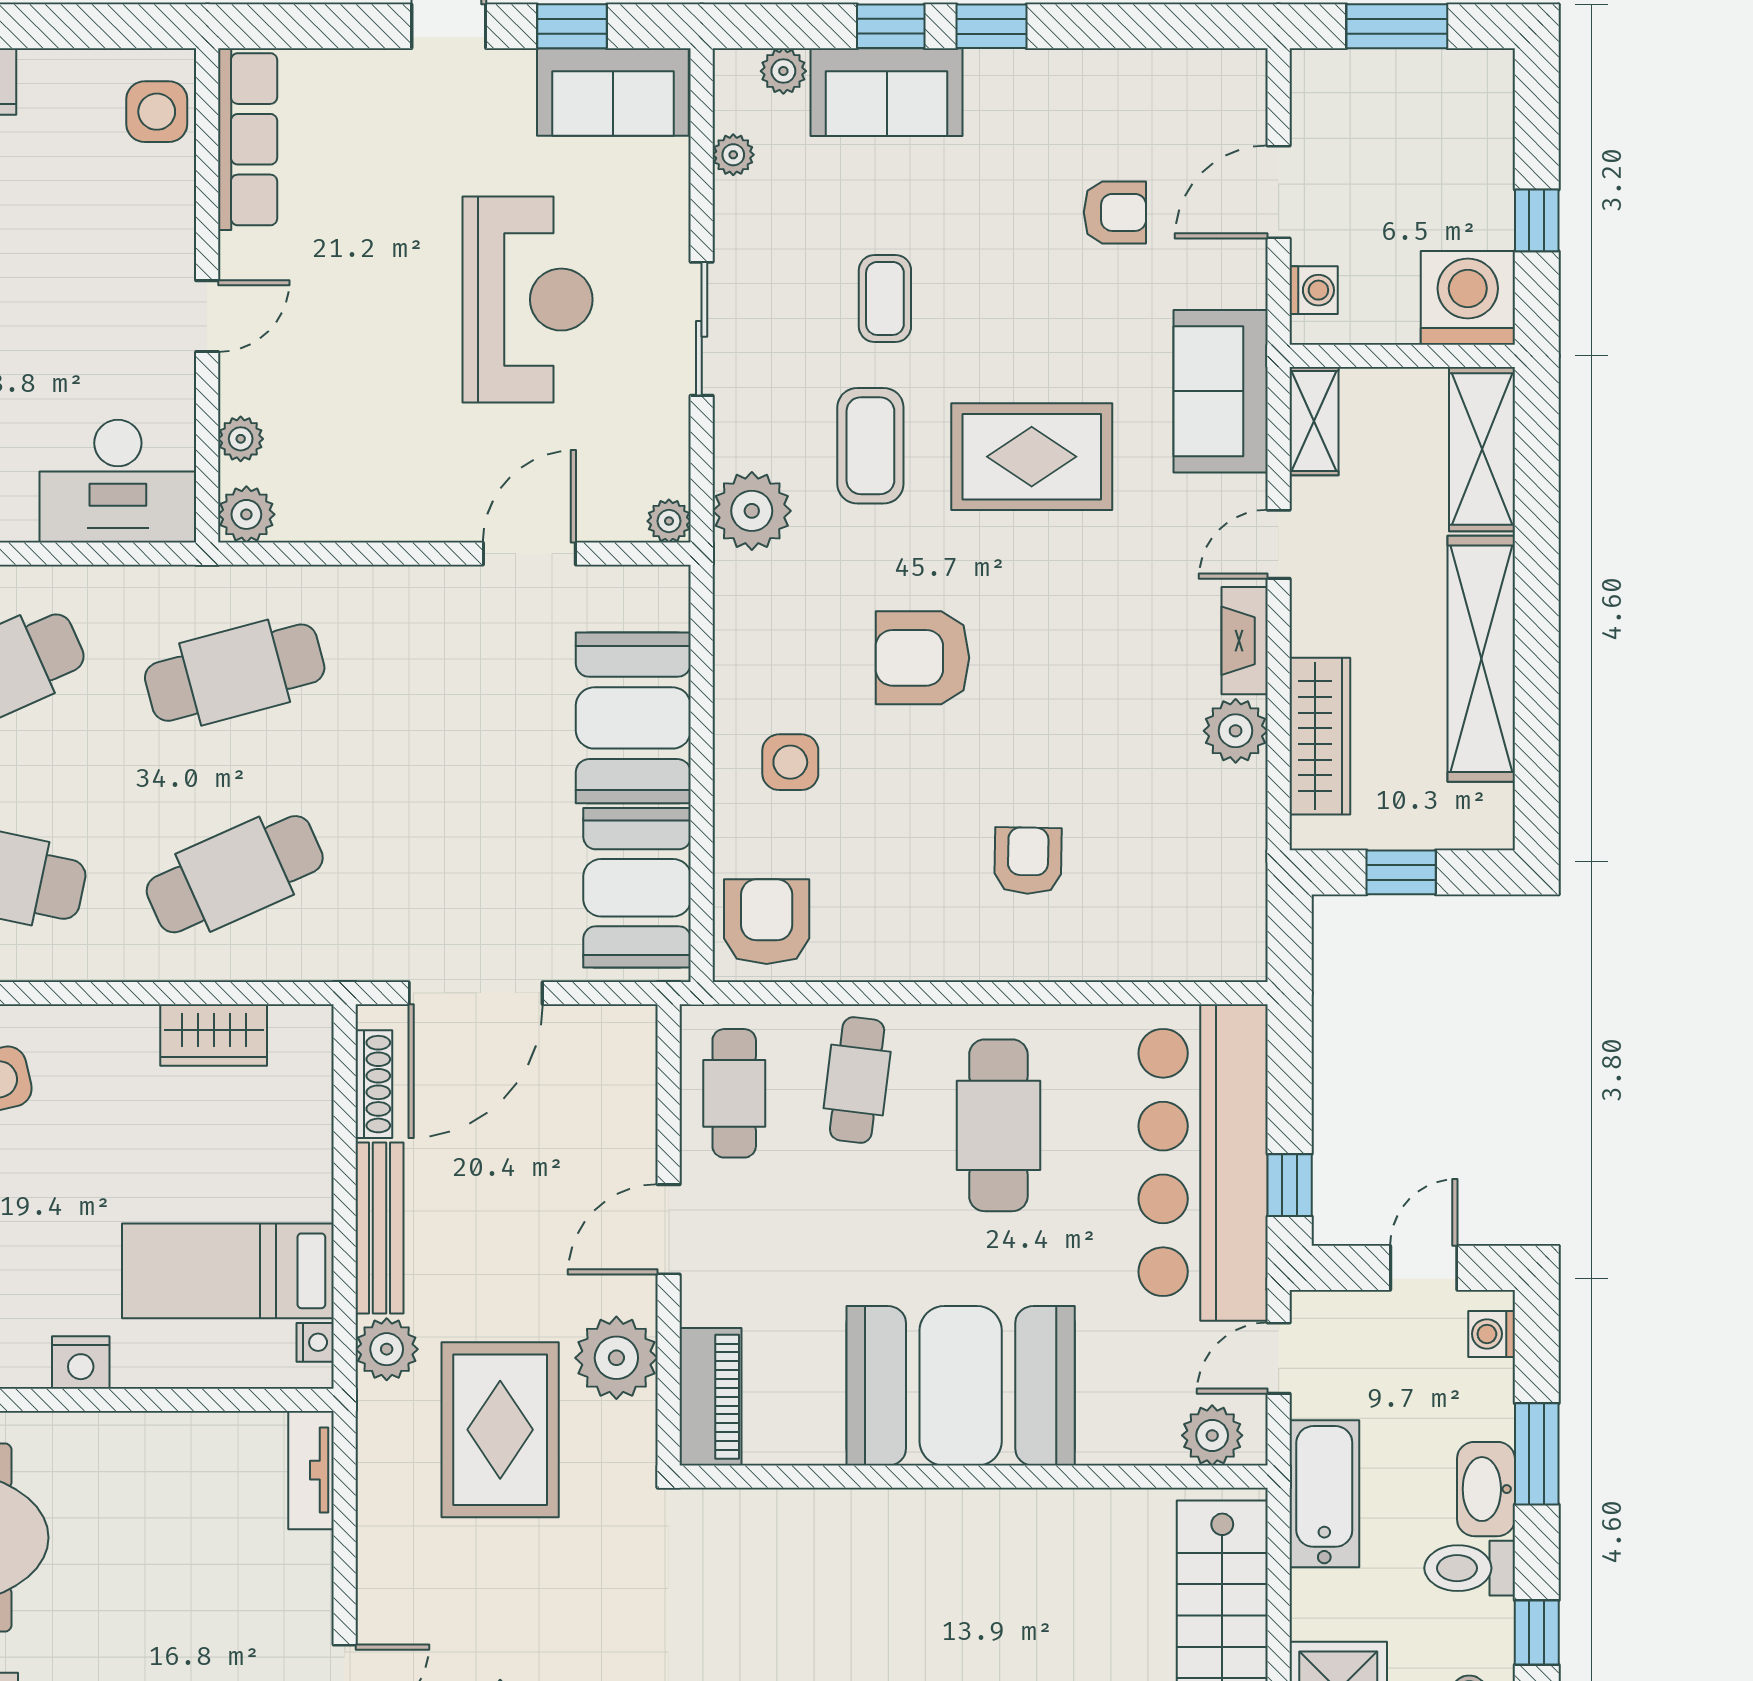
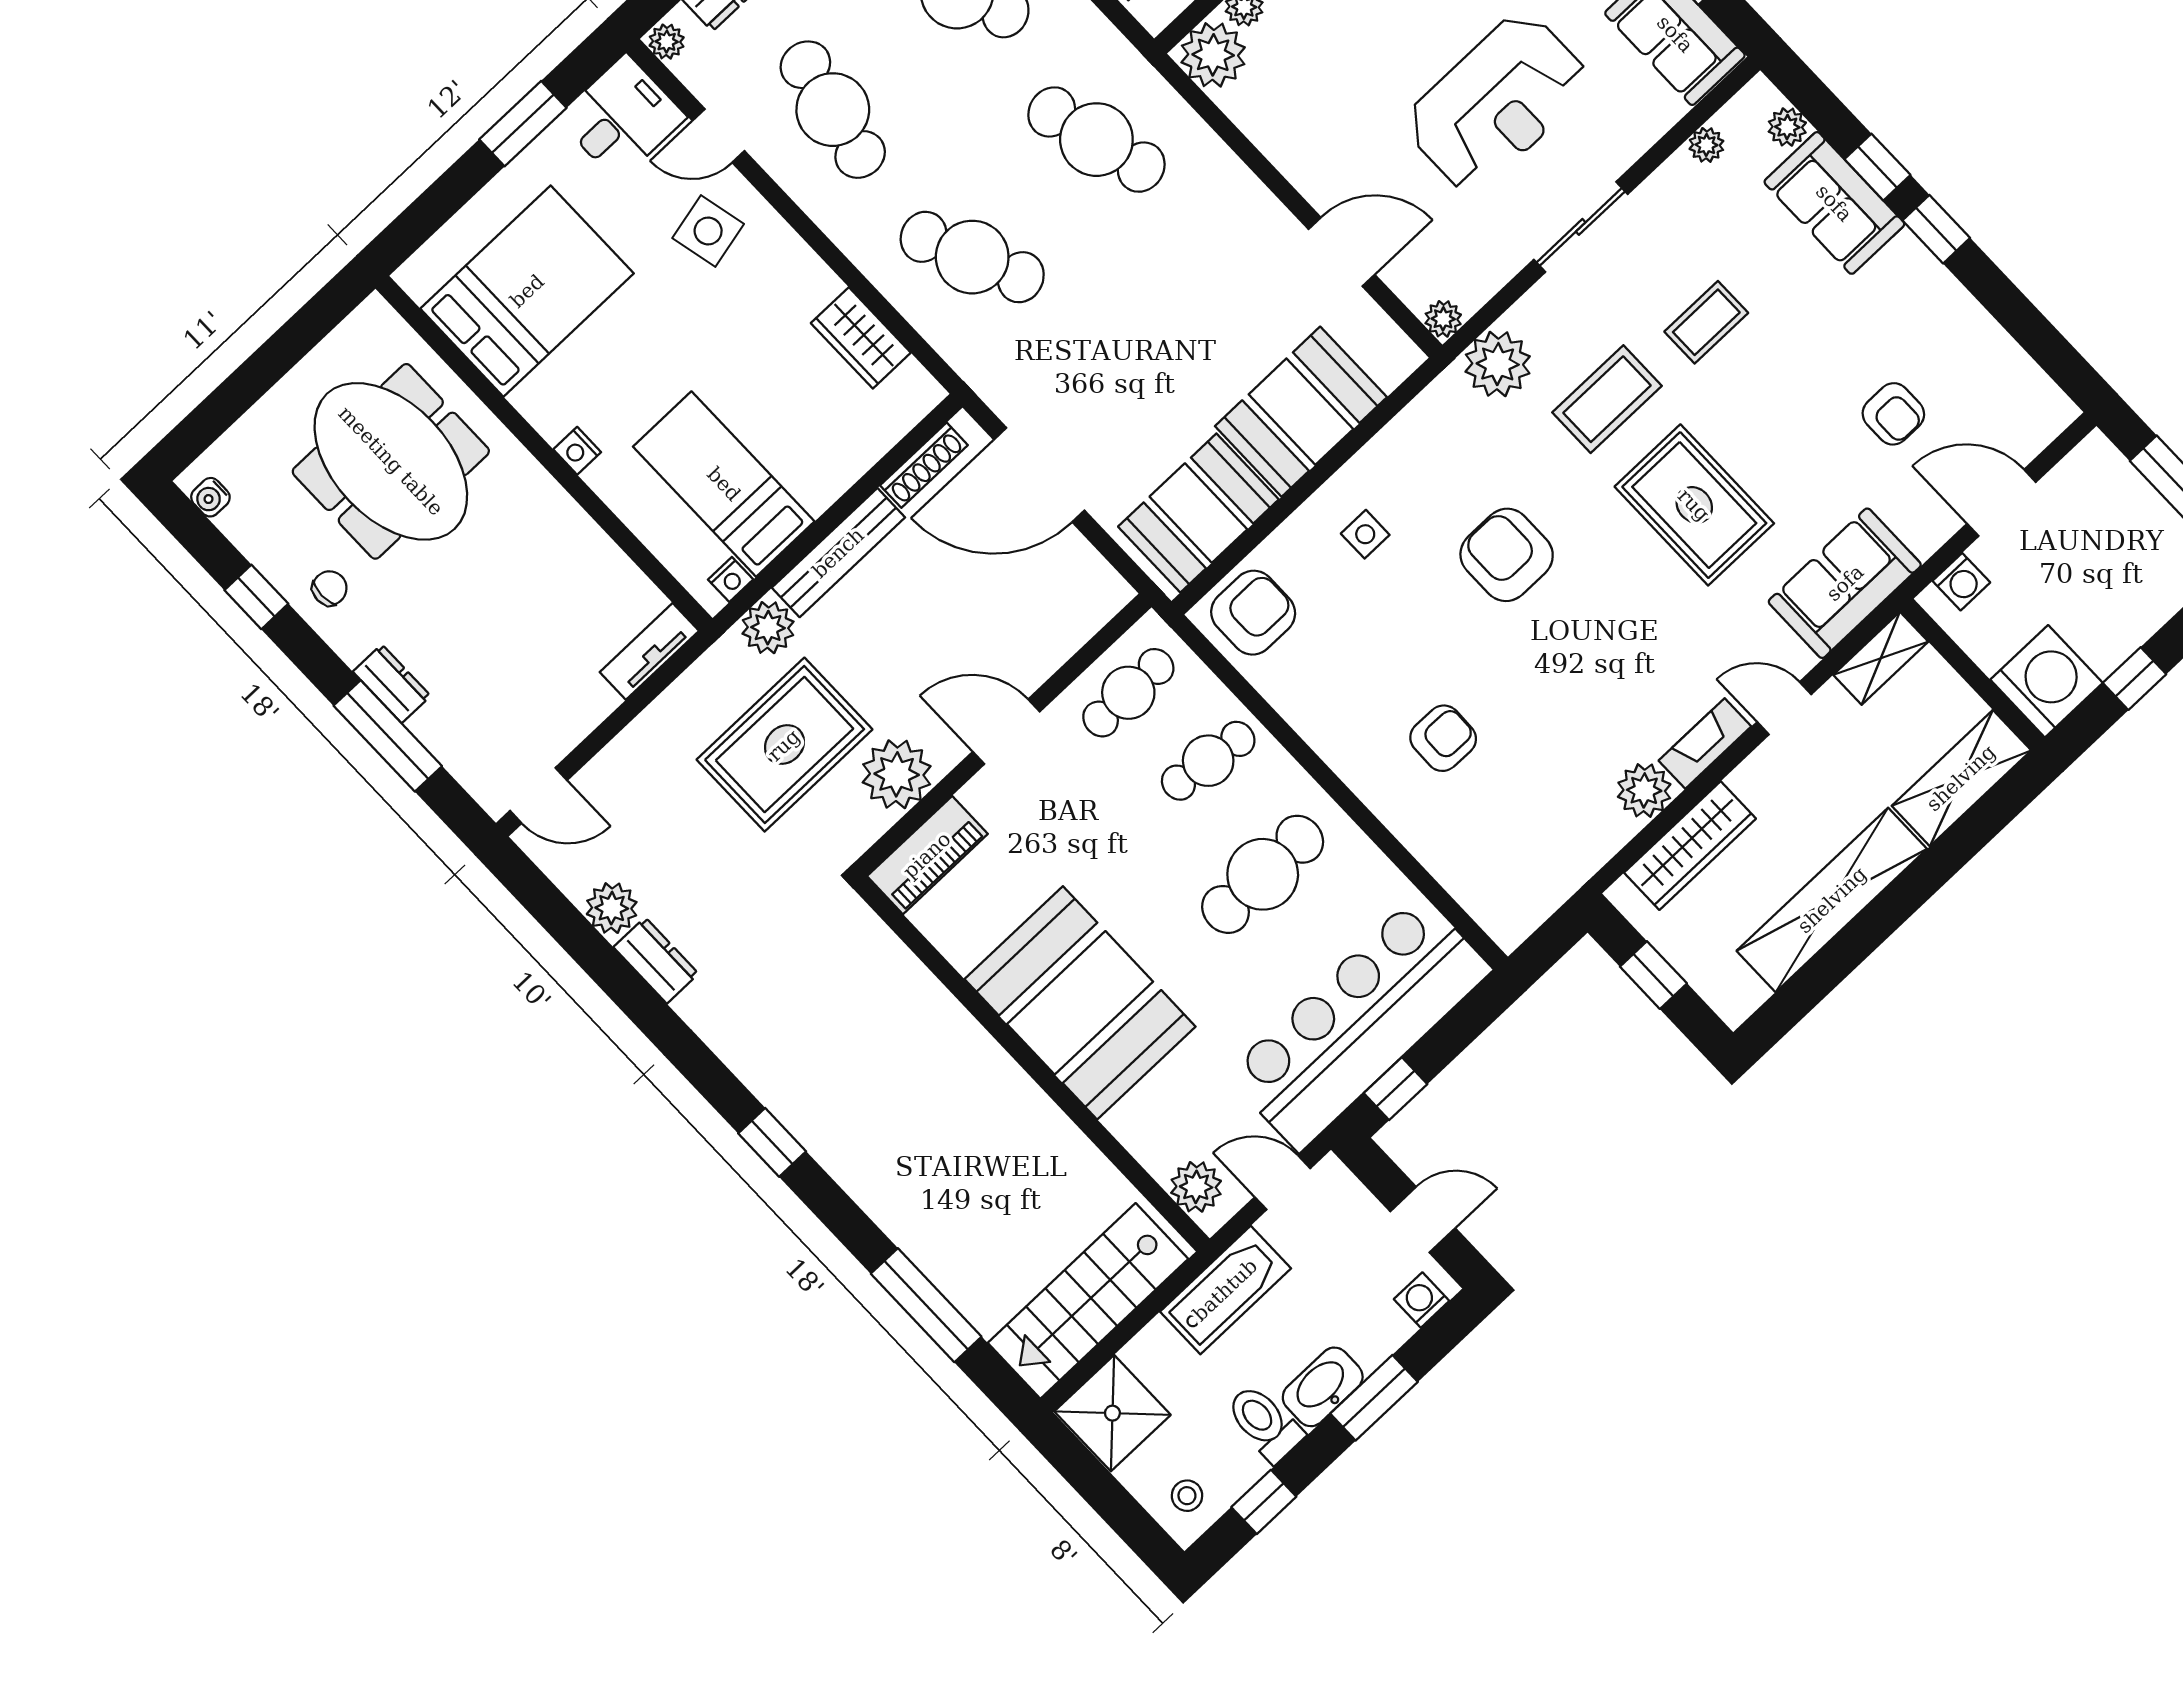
plant: (246, 514) -> (1213, 55), width x1.36, depth x1.36
side table: (790, 762) -> (1365, 534), width x0.73, depth x0.73
nightstand: (81, 1362) -> (577, 451), width x0.72, depth x0.74

